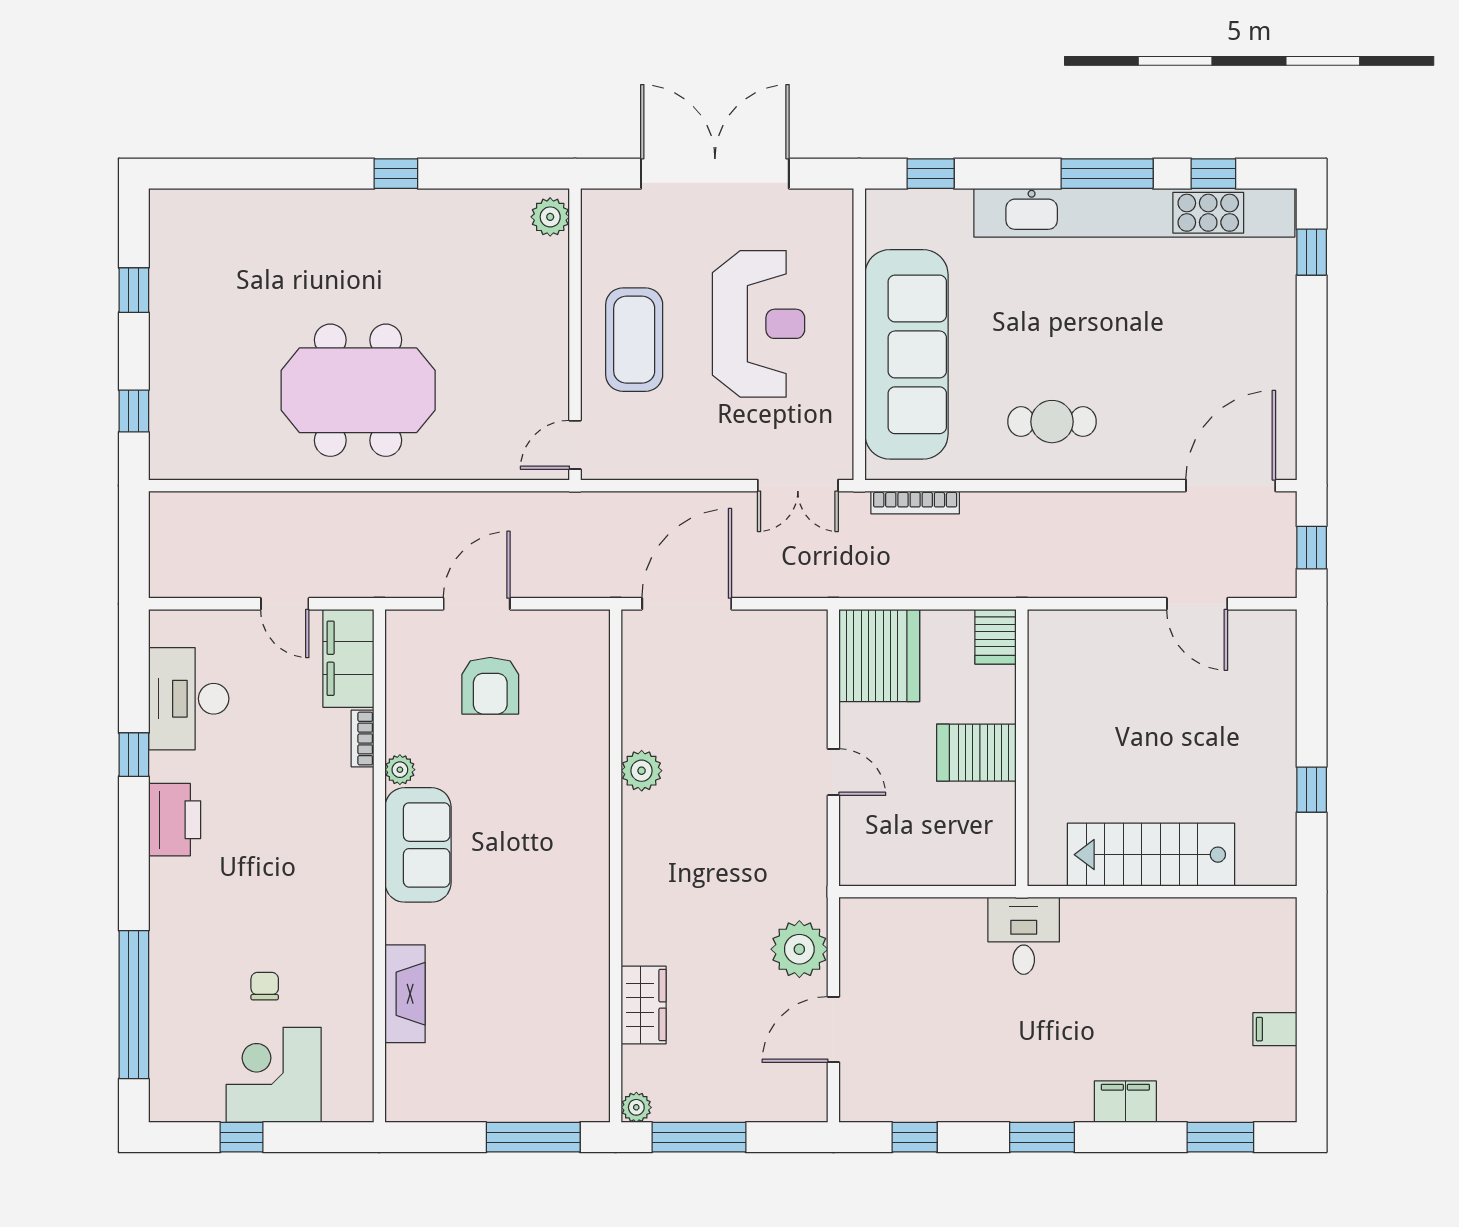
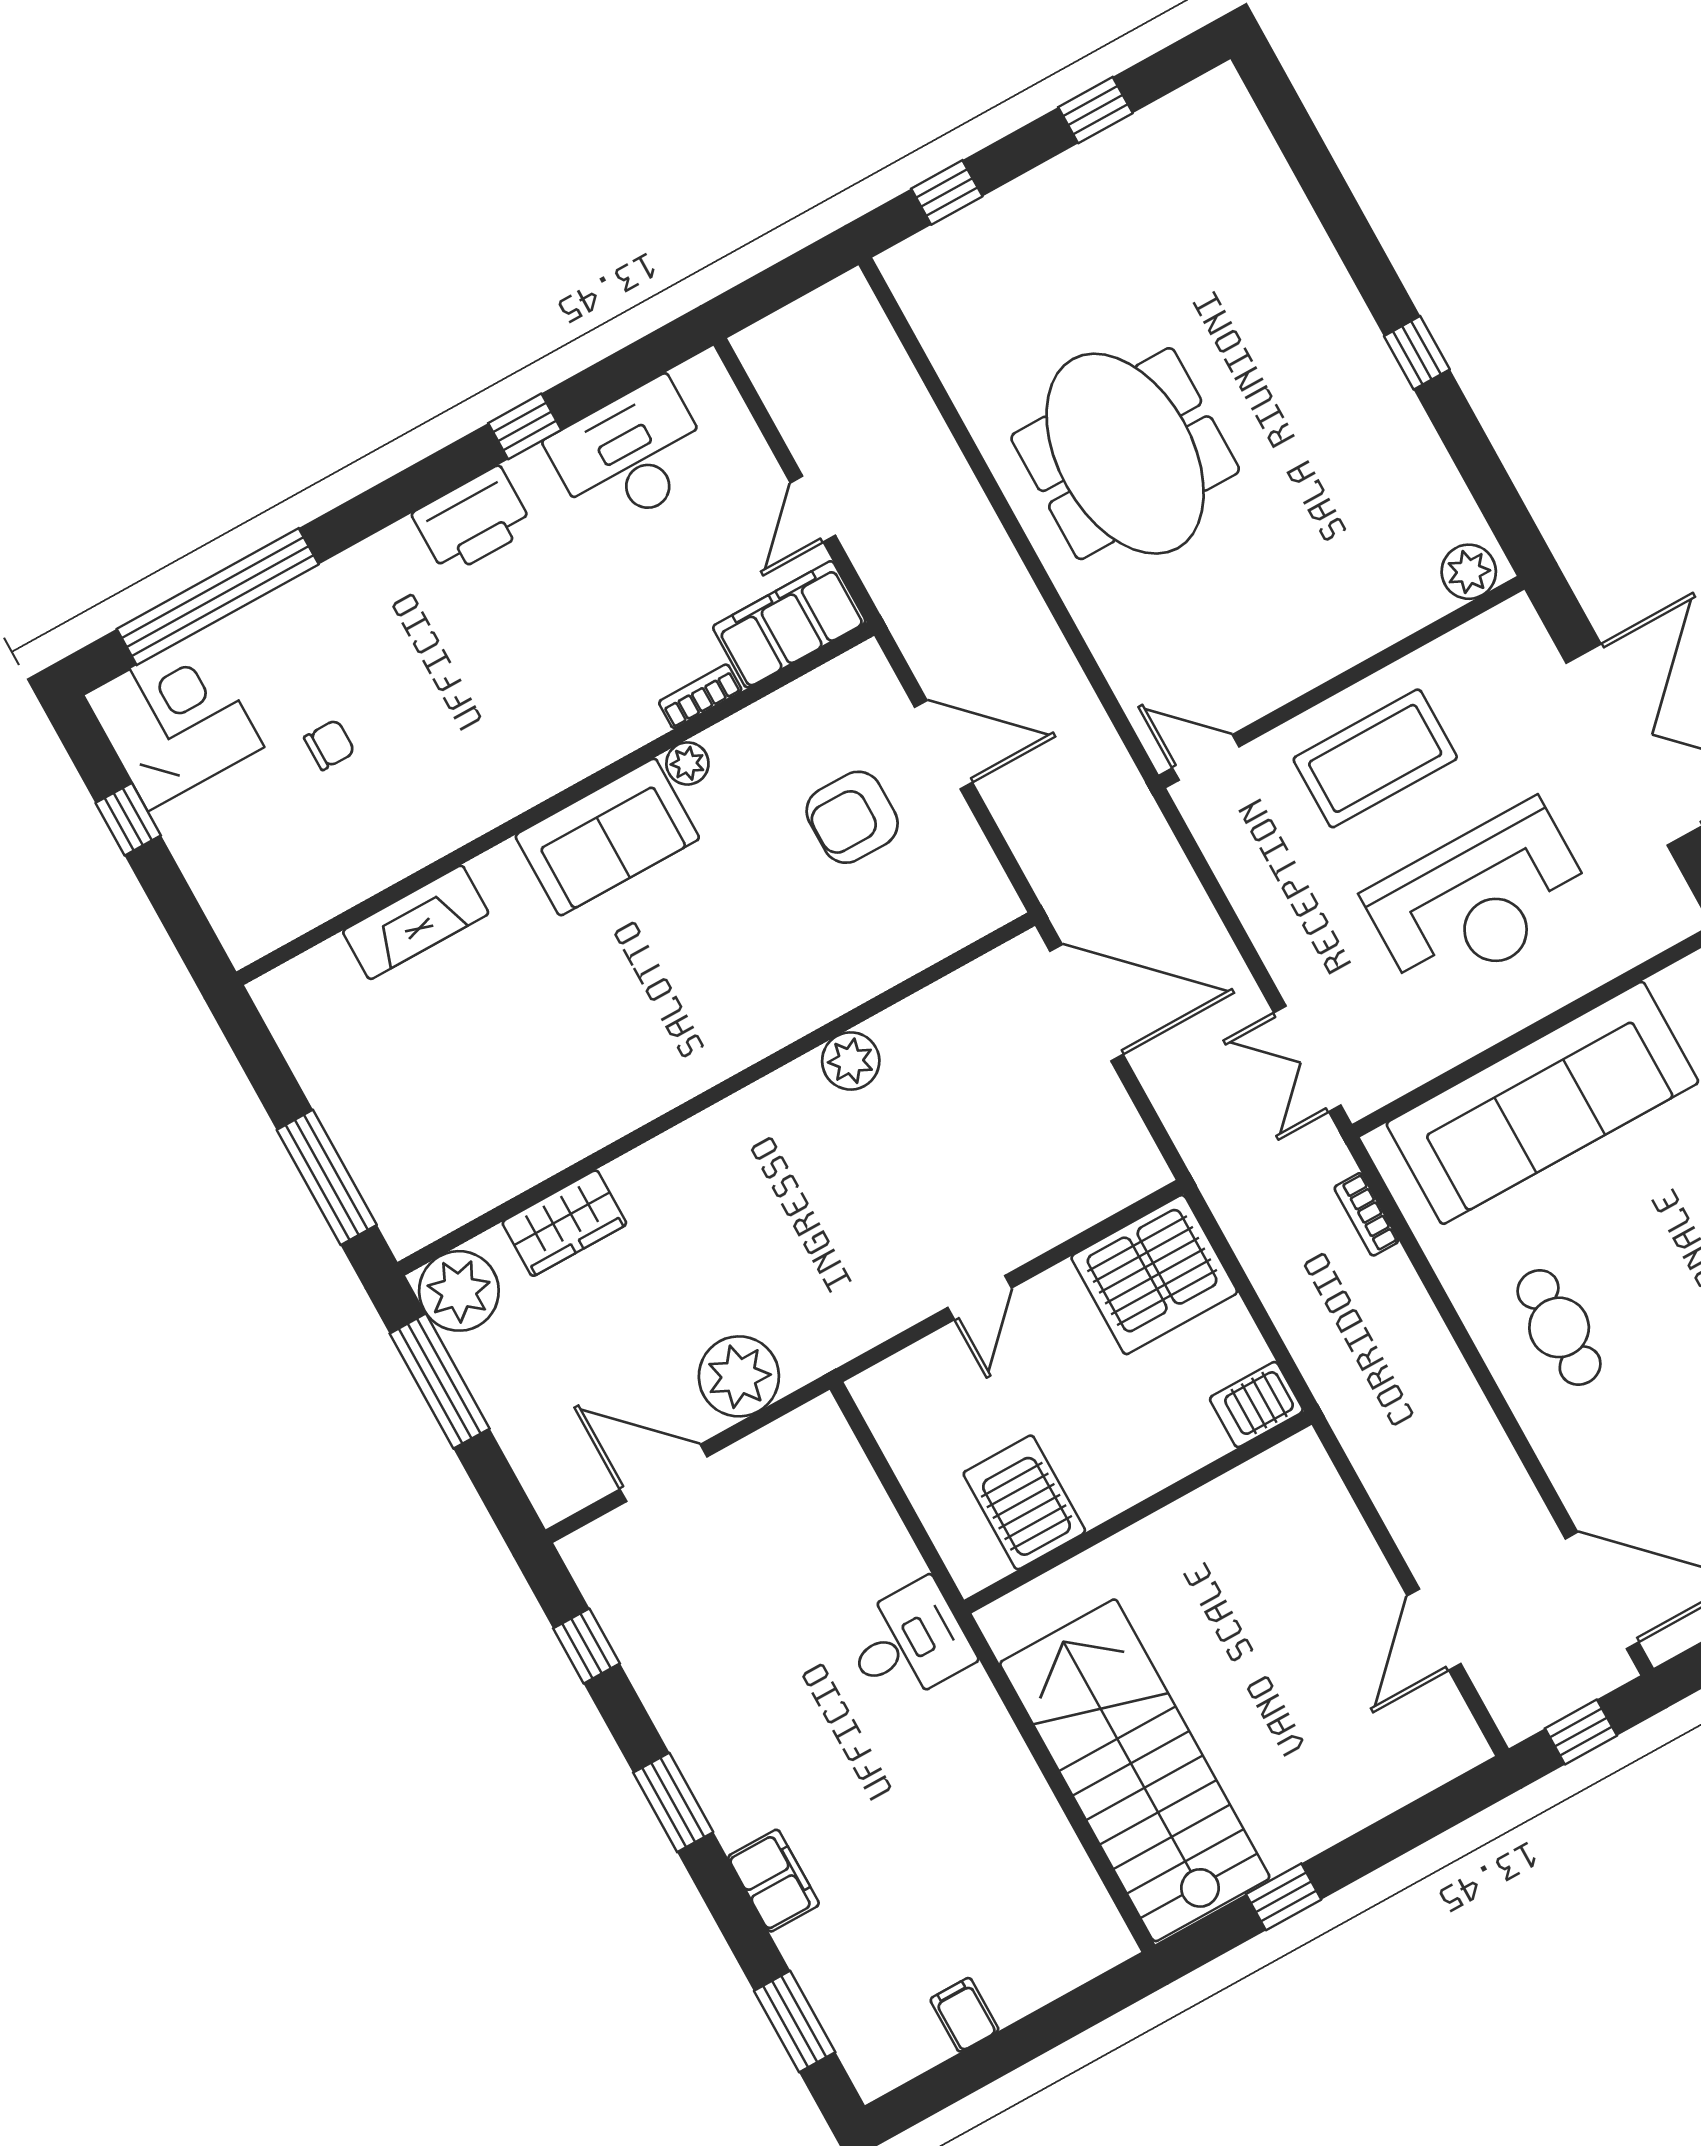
bookcase: (915, 502) -> (1366, 1214), width x0.64
server rack: (976, 753) -> (1024, 1502), moved
stairs: (1151, 855) -> (1135, 1770), width x1.36, depth x1.51
corner desk: (274, 1075) -> (174, 721), moved
plant: (636, 1107) -> (459, 1291), width x1.87, depth x1.87

